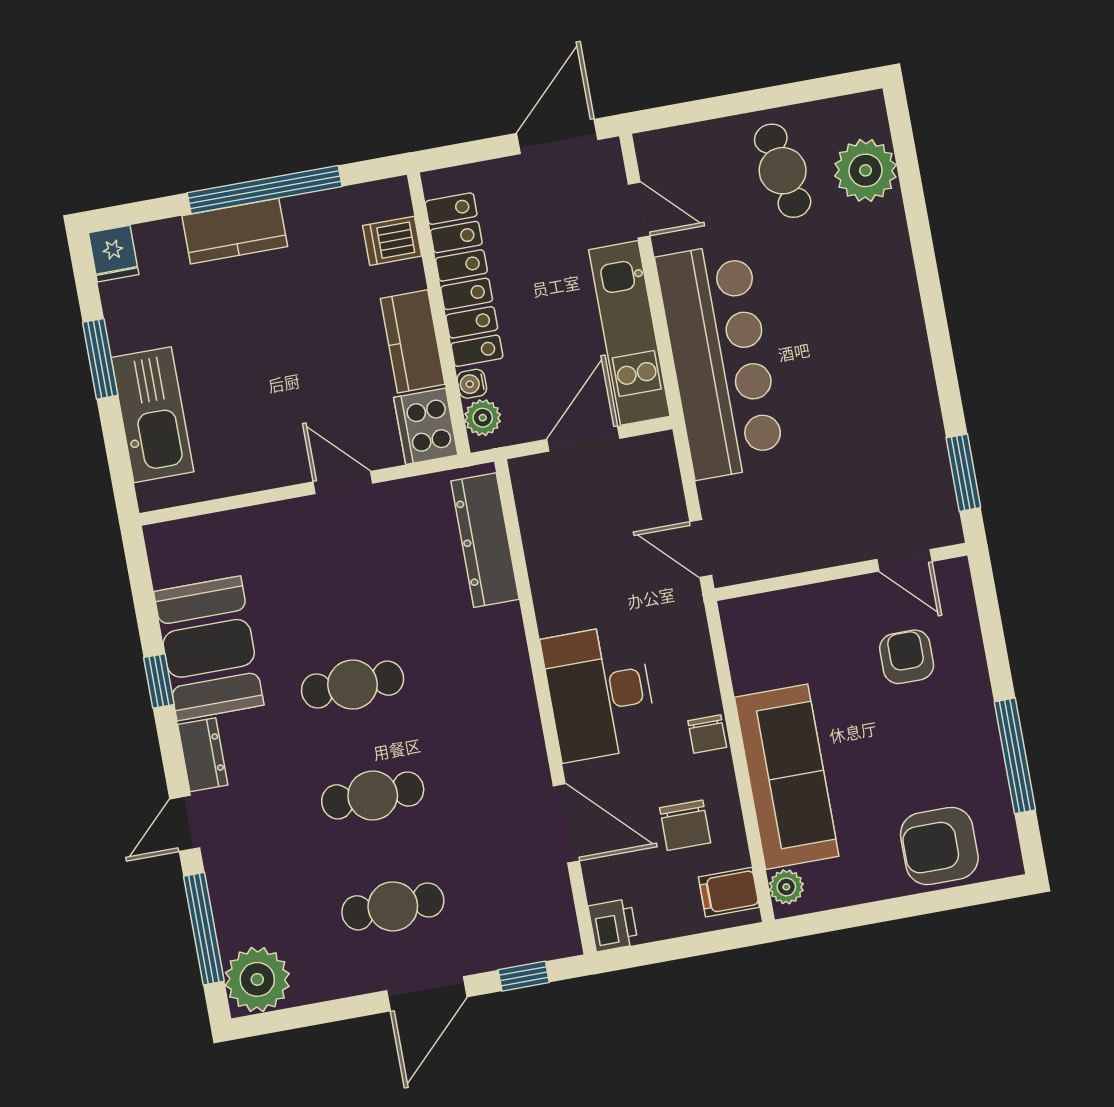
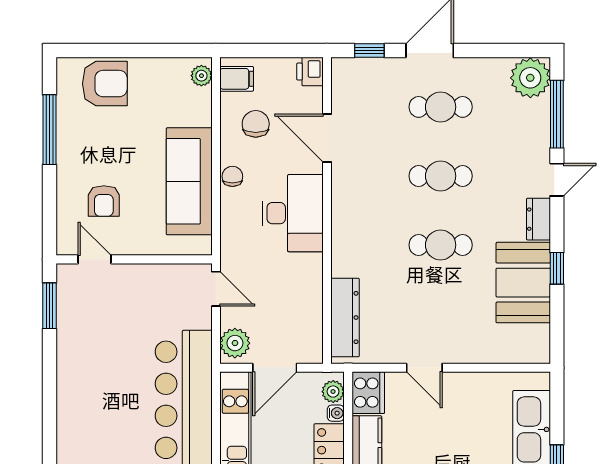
plant: (654, 467) -> (235, 343), added
sofa: (787, 777) -> (189, 181), moved

